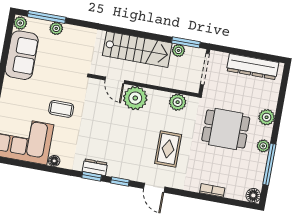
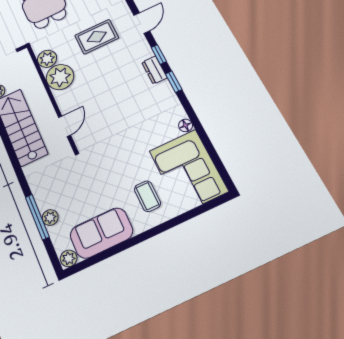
window: (47, 17) -> (37, 217), moved
plant: (135, 98) -> (60, 77), moved
coffee table: (61, 109) -> (147, 196), moved
dresser: (95, 167) -> (154, 70), moved

